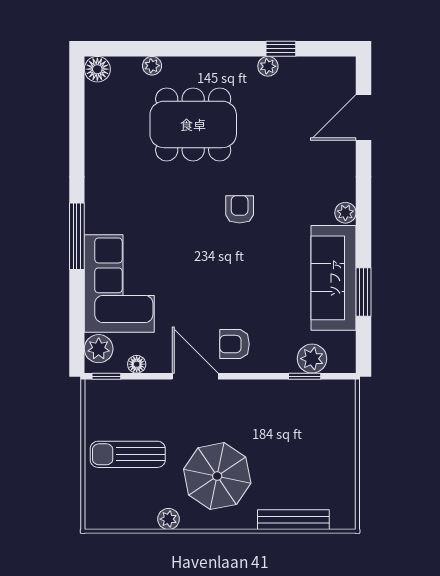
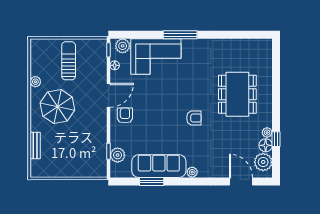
plant: (152, 66) -> (263, 162), moved, width x1.87, depth x1.87
floor lamp: (97, 69) -> (266, 145), moved
bench: (293, 520) -> (35, 145), width x0.73

